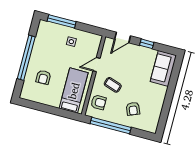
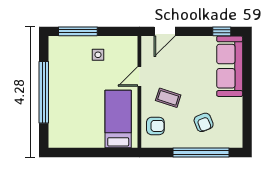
window: (147, 44) -> (222, 31), moved
sofa: (163, 68) -> (230, 66), width x1.36
armchair: (43, 77) -> (73, 112), removed
window: (111, 126) -> (201, 152), moved

